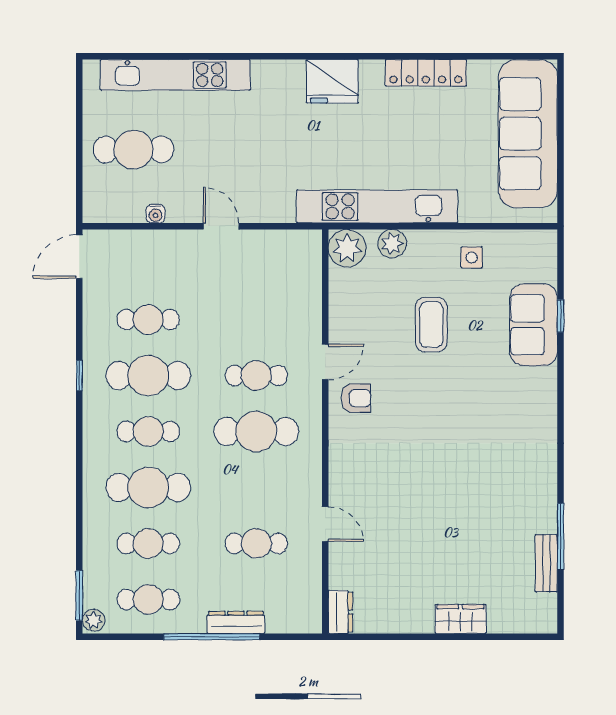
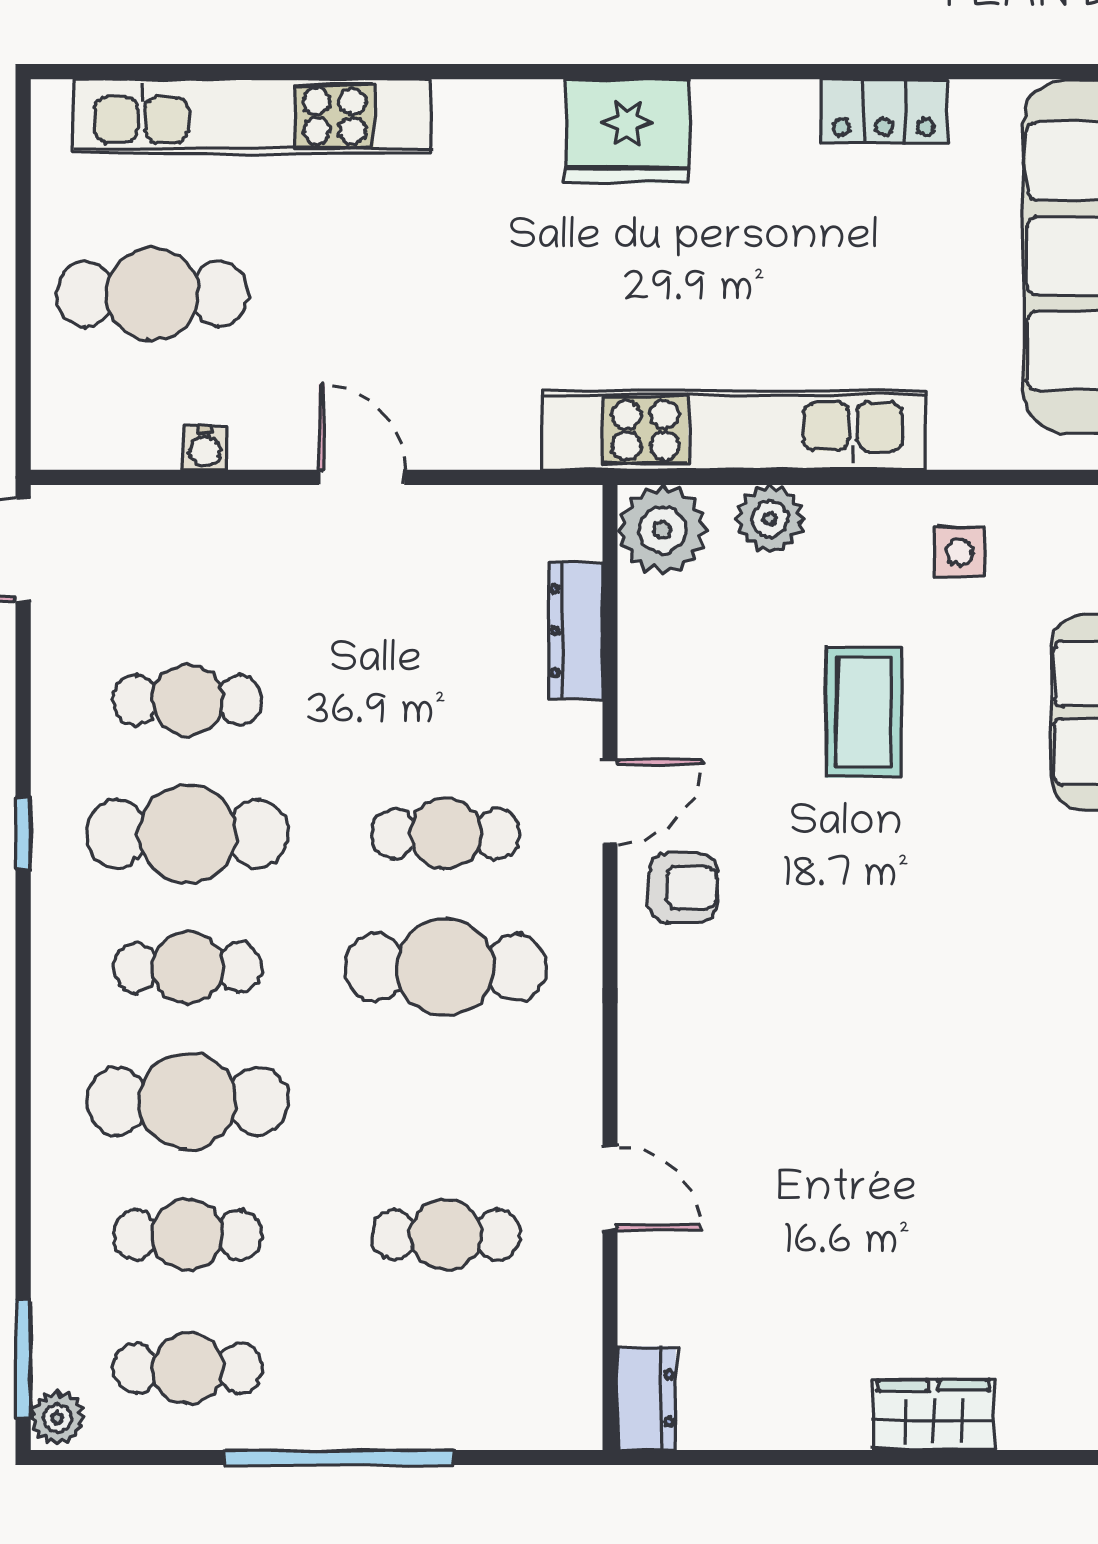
locker: (426, 73) -> (884, 111), width x0.66
dresser: (236, 622) -> (576, 631), moved, turned -90

